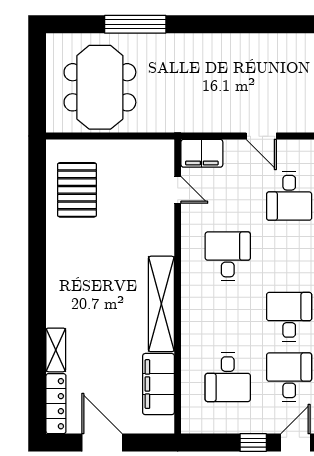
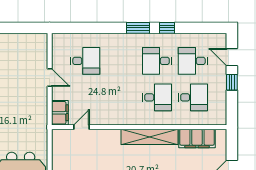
door: (261, 136) -> (50, 78), hinge flipped
desk: (228, 256) -> (157, 97), moved, turned 180

